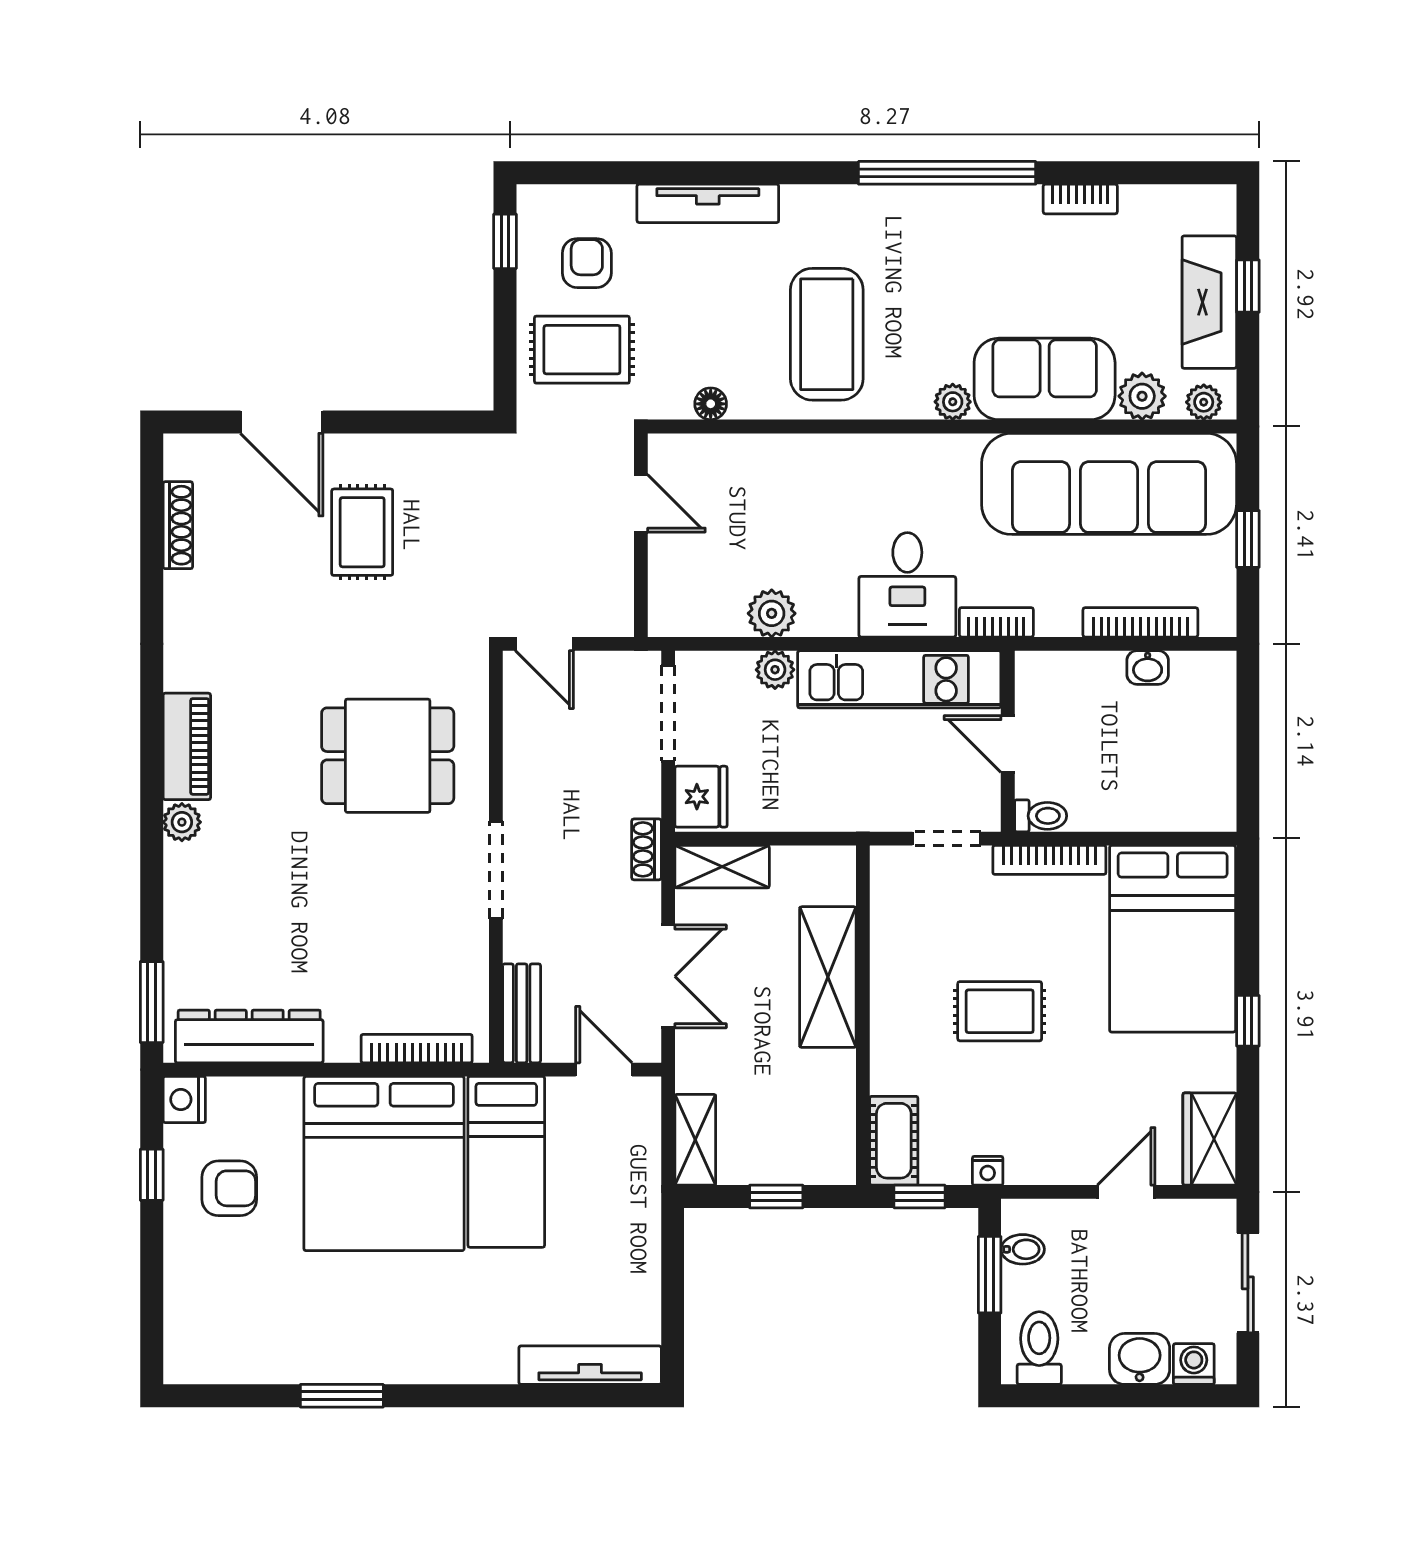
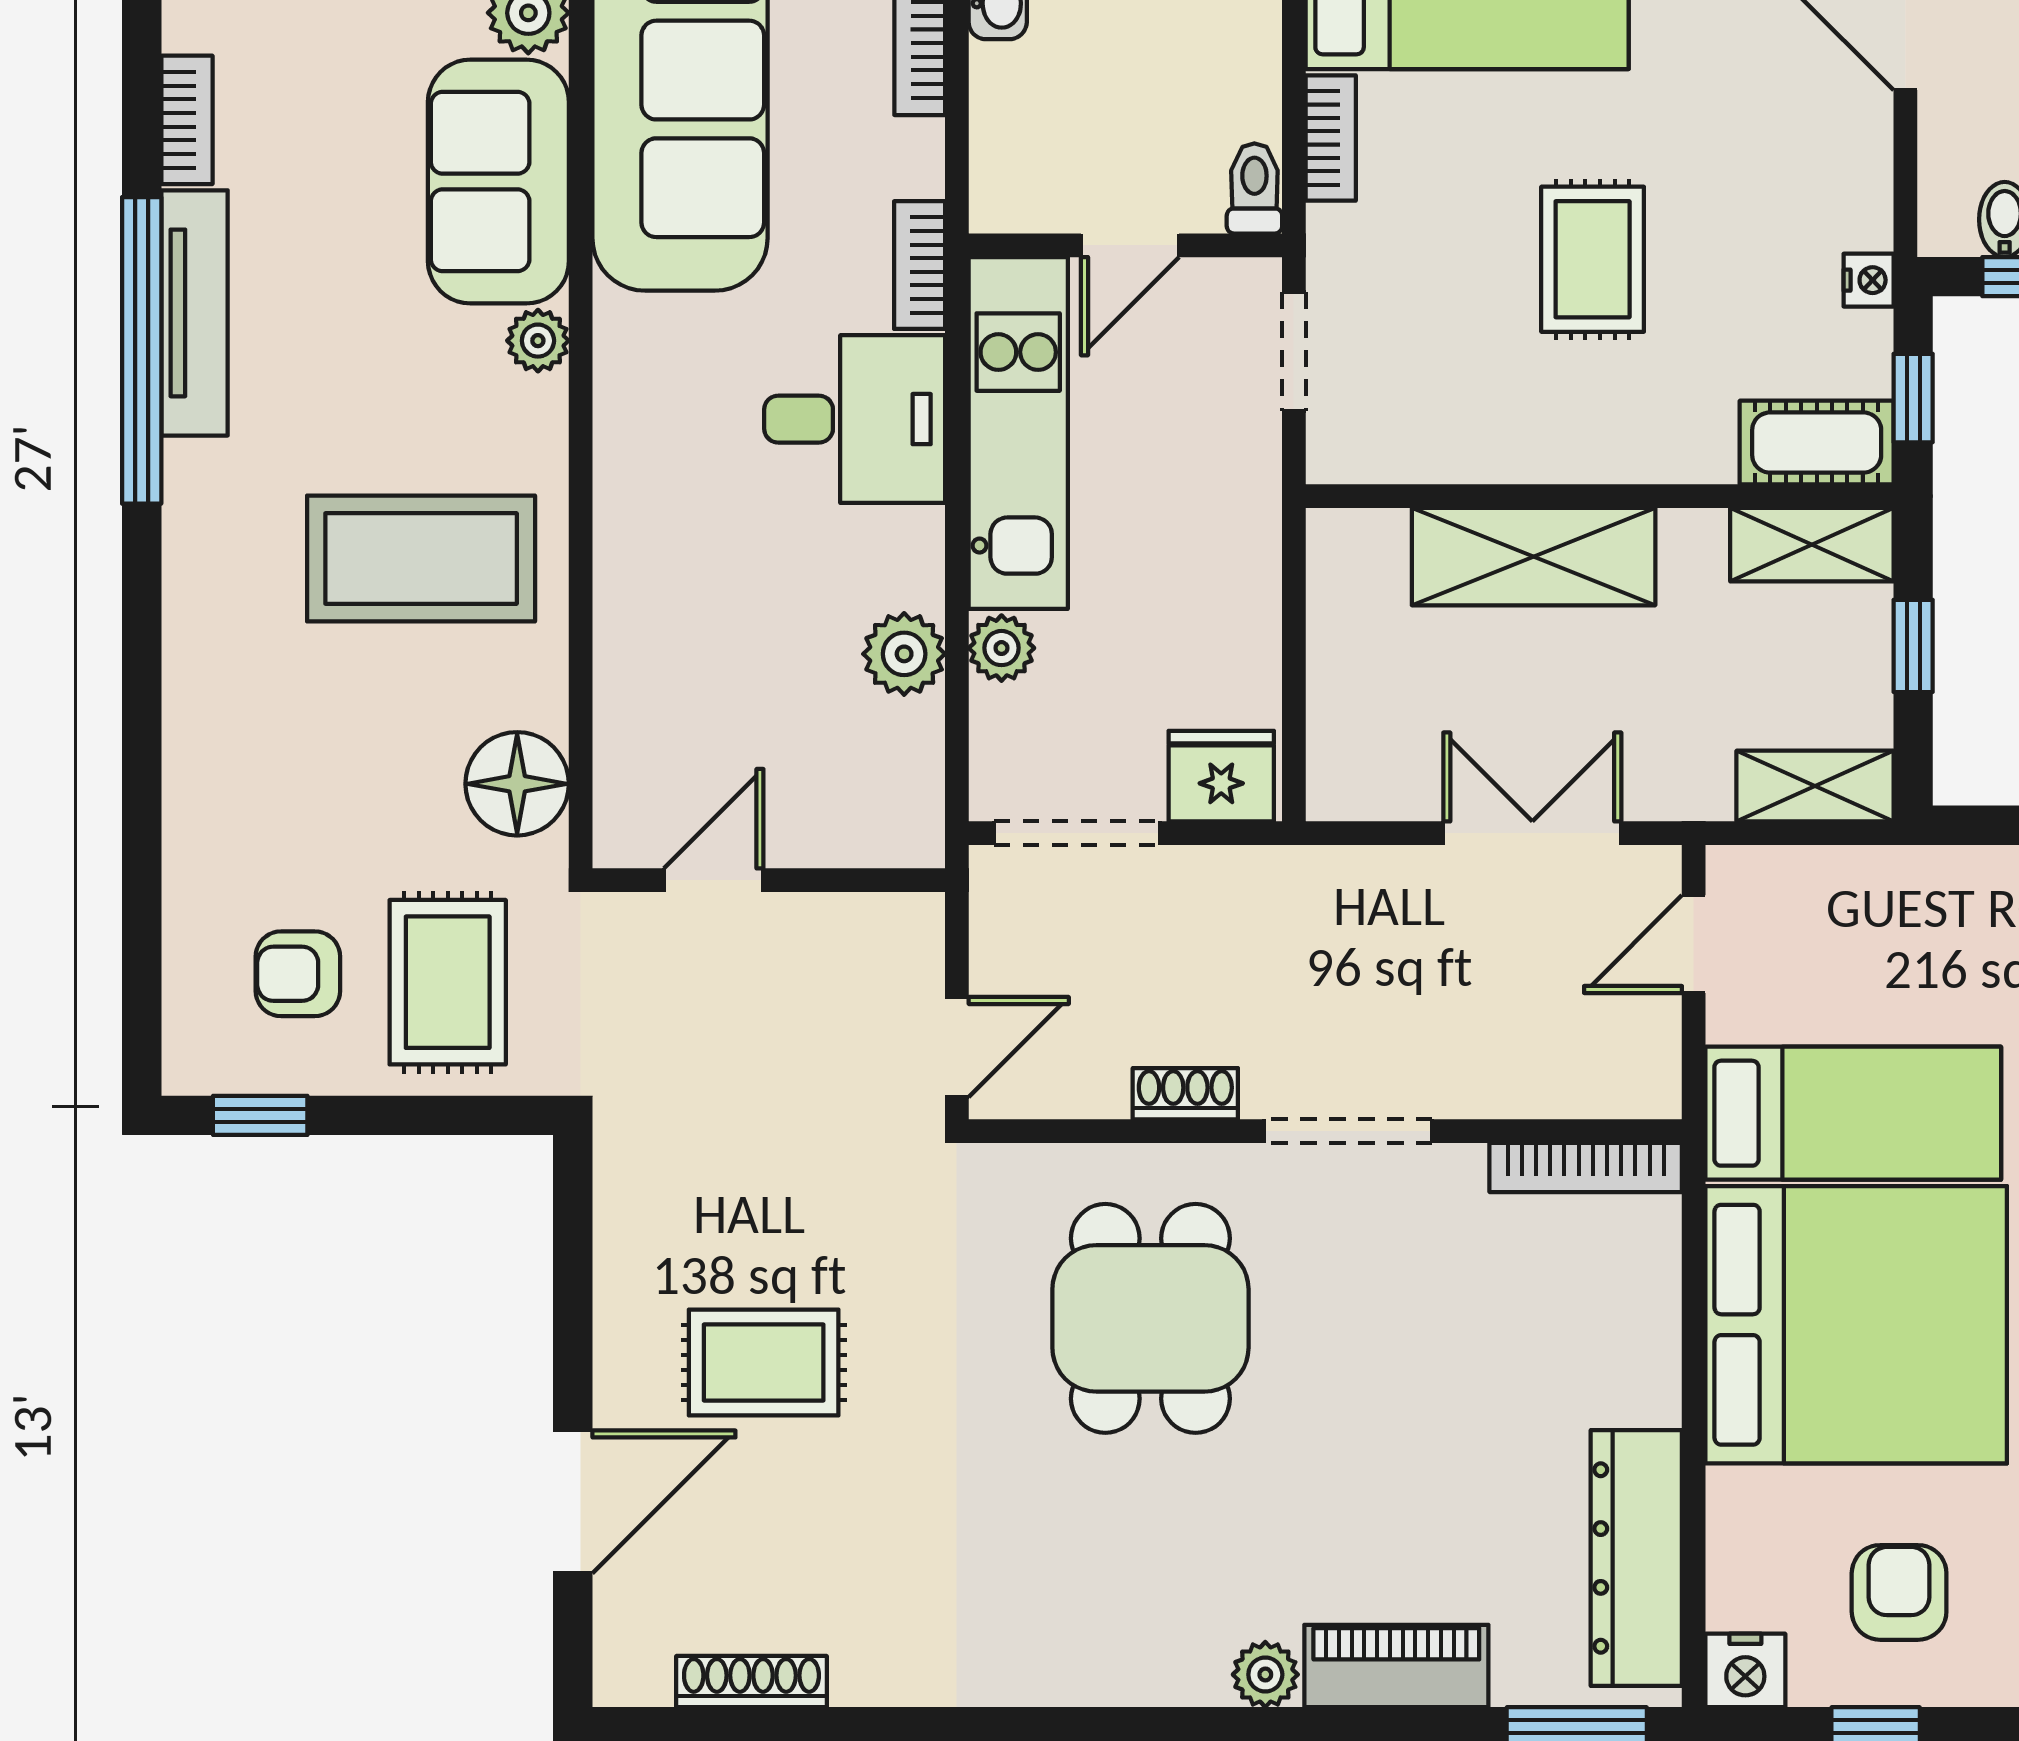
tv unit: (708, 203) -> (195, 313), moved
floor lamp: (711, 404) -> (517, 784), width x1.89, depth x1.89
piano: (187, 746) -> (1396, 1666), moved
shoe rack: (646, 849) -> (1185, 1094), moved, turned 180
bookcase: (1049, 860) -> (1331, 138), width x0.64
shelving: (722, 867) -> (1812, 545), moved, turned 90
bench: (522, 1013) -> (1596, 1087), removed
bookcase: (417, 1049) -> (1586, 1167), moved, turned -90

